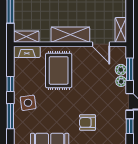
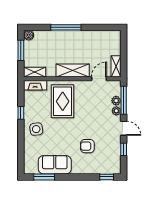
door: (101, 44) -> (99, 79), swing flipped
window: (130, 69) -> (124, 100), width x1.44
window: (10, 116) -> (21, 141), removed

